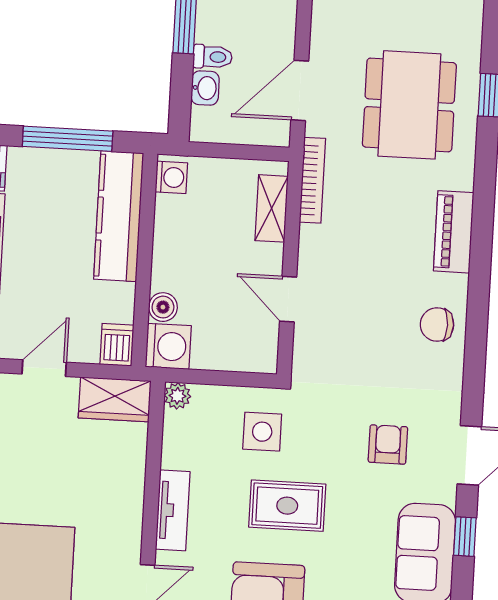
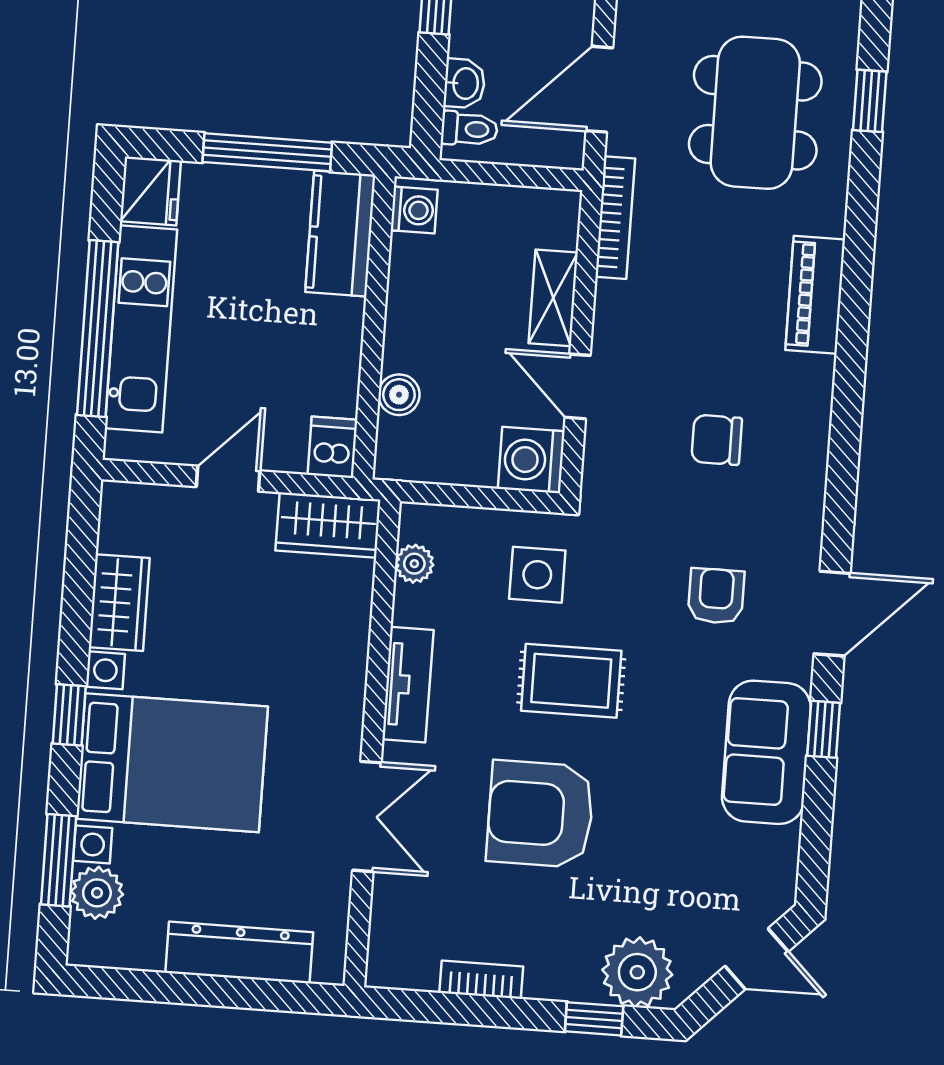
toilet: (212, 57) -> (469, 129), moved
shelving: (272, 208) -> (553, 298), moved
kitchen counter: (119, 216) -> (340, 234), width x0.67
chair: (437, 324) -> (717, 440), moved
washing machine: (168, 346) -> (531, 460), moved, turned 180
plant: (177, 396) -> (414, 564), moved

